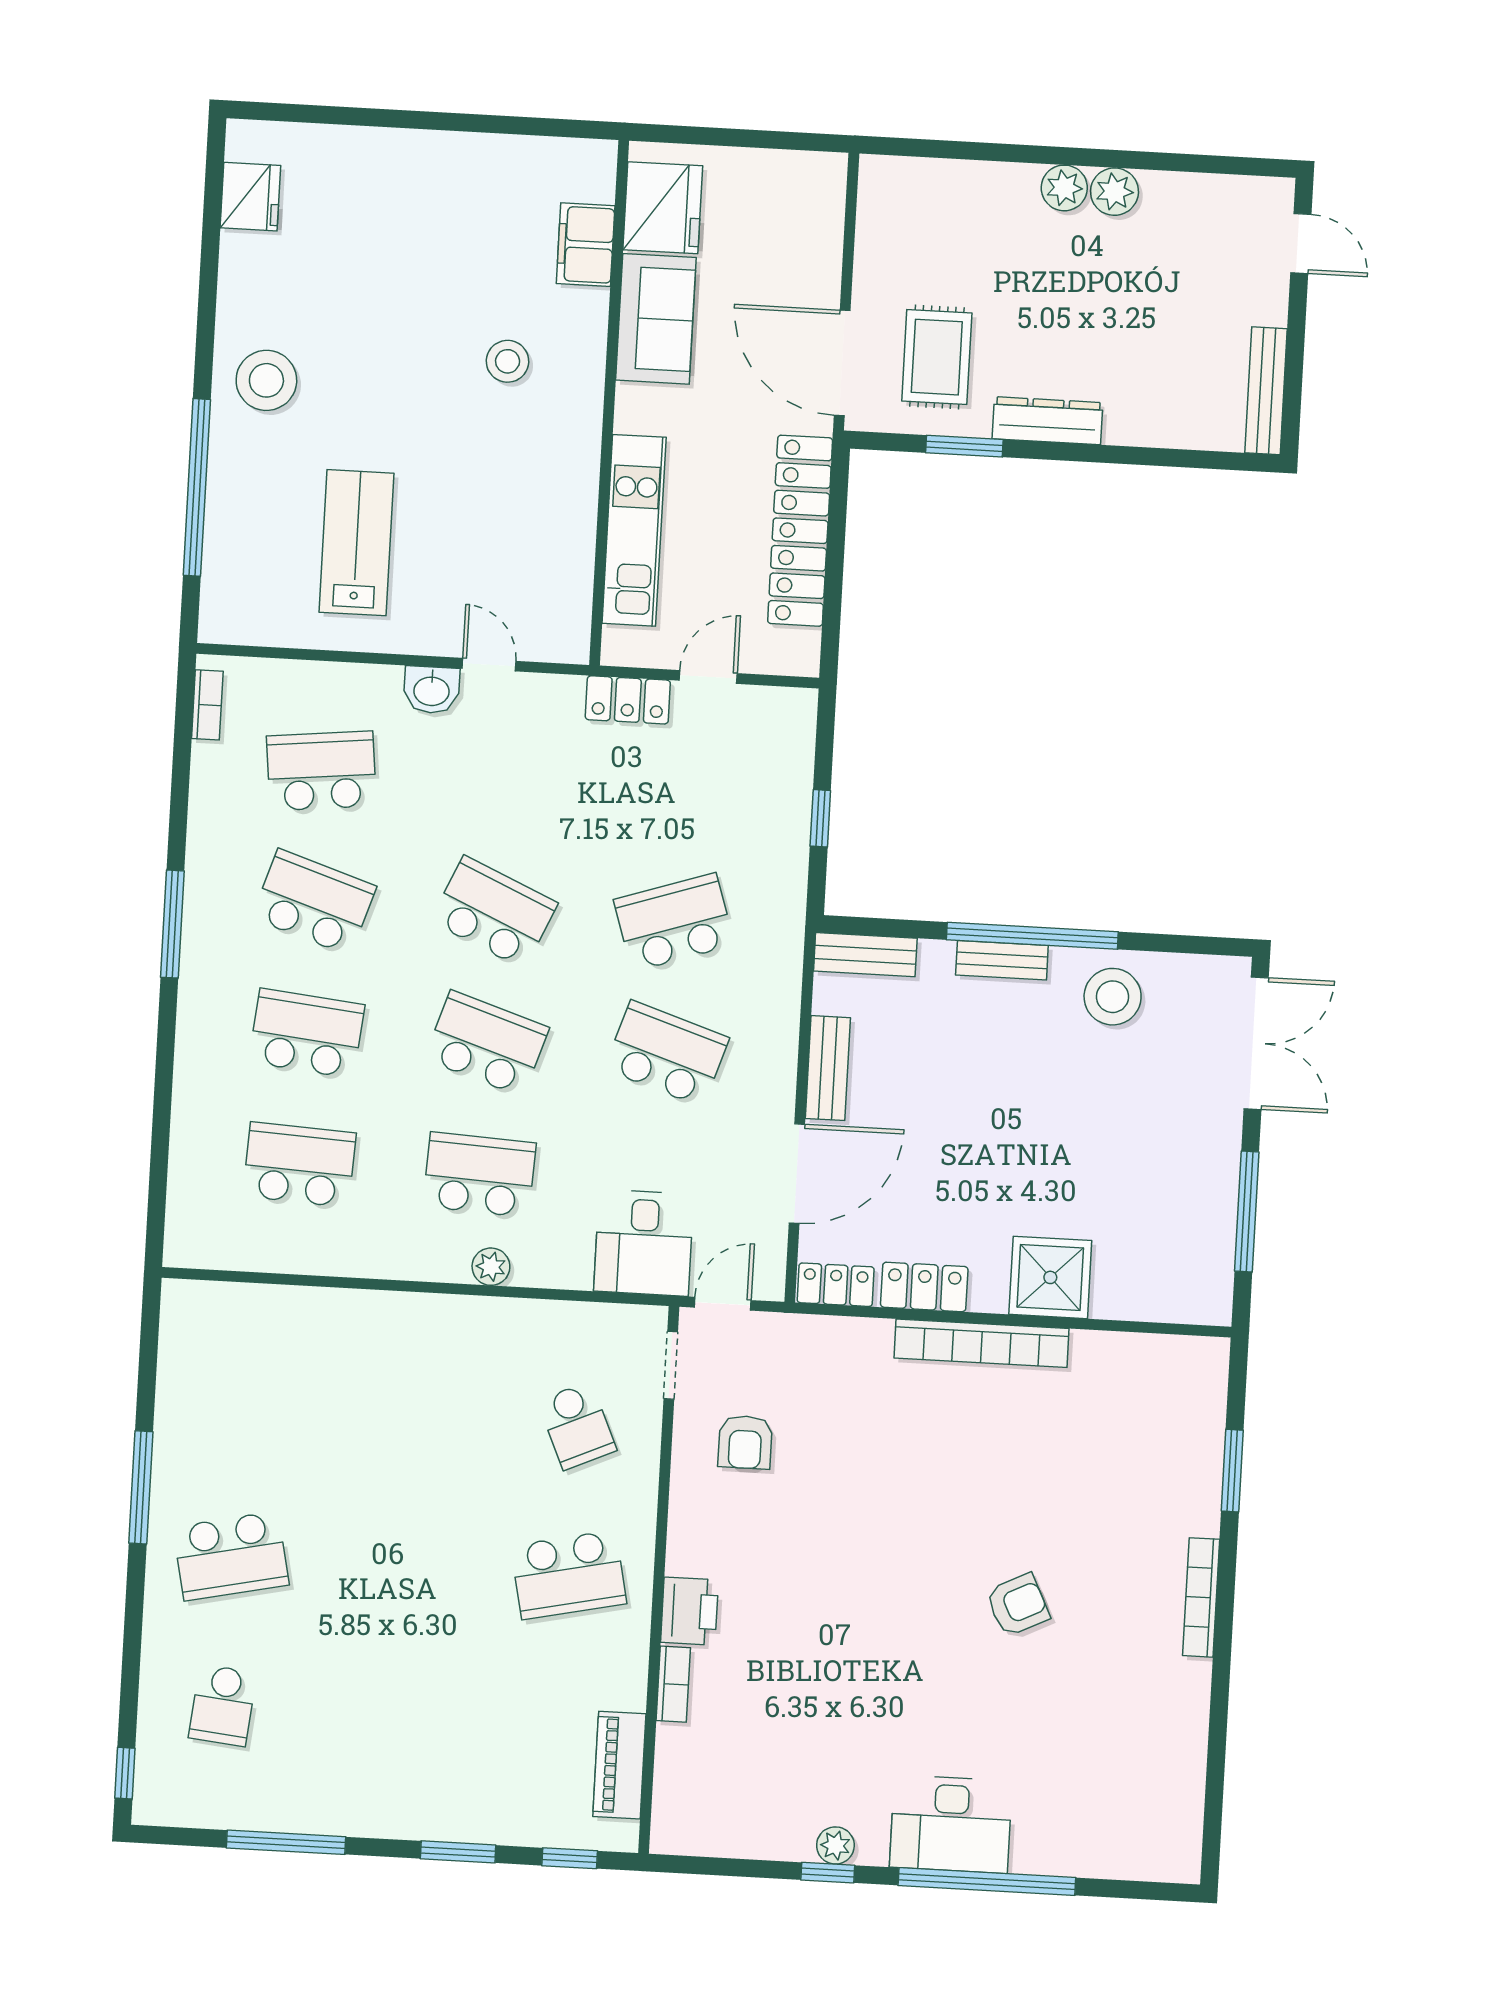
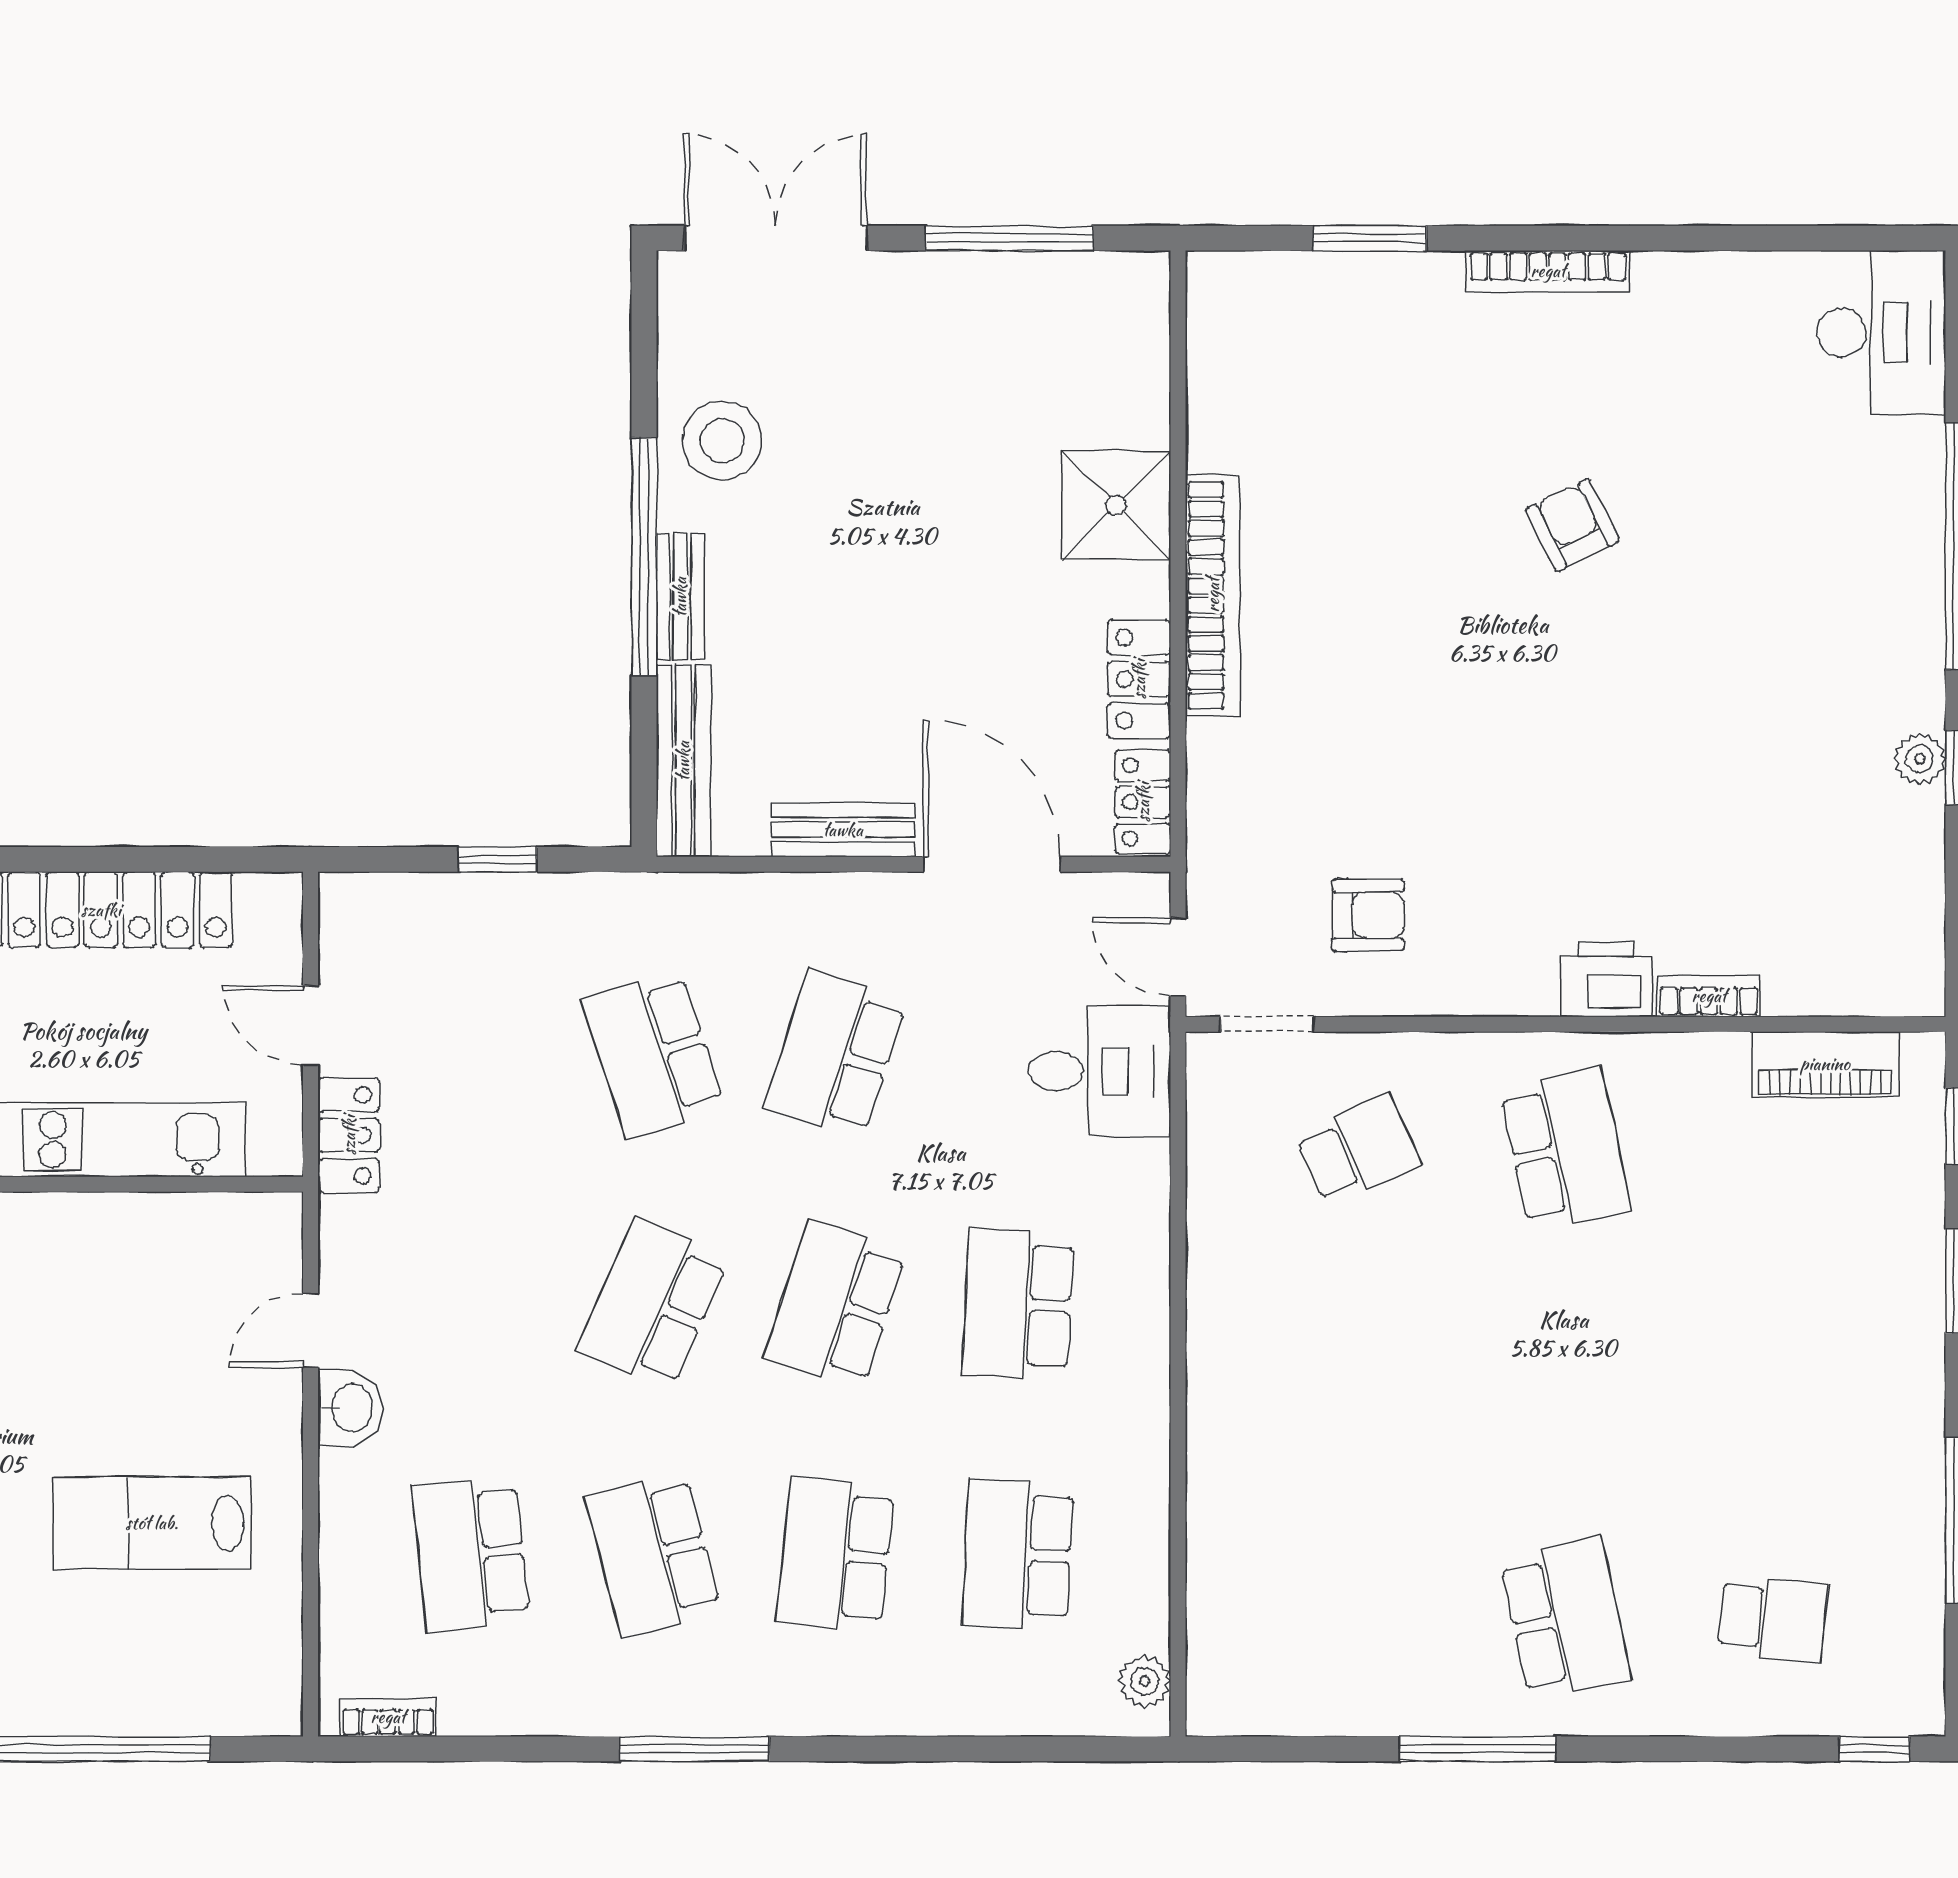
school desk: (314, 902) -> (653, 1554), turned -33
bench: (865, 955) -> (683, 761), width x1.36
plant: (491, 1267) -> (1144, 1681), moved
desk: (951, 1824) -> (1881, 332), moved

